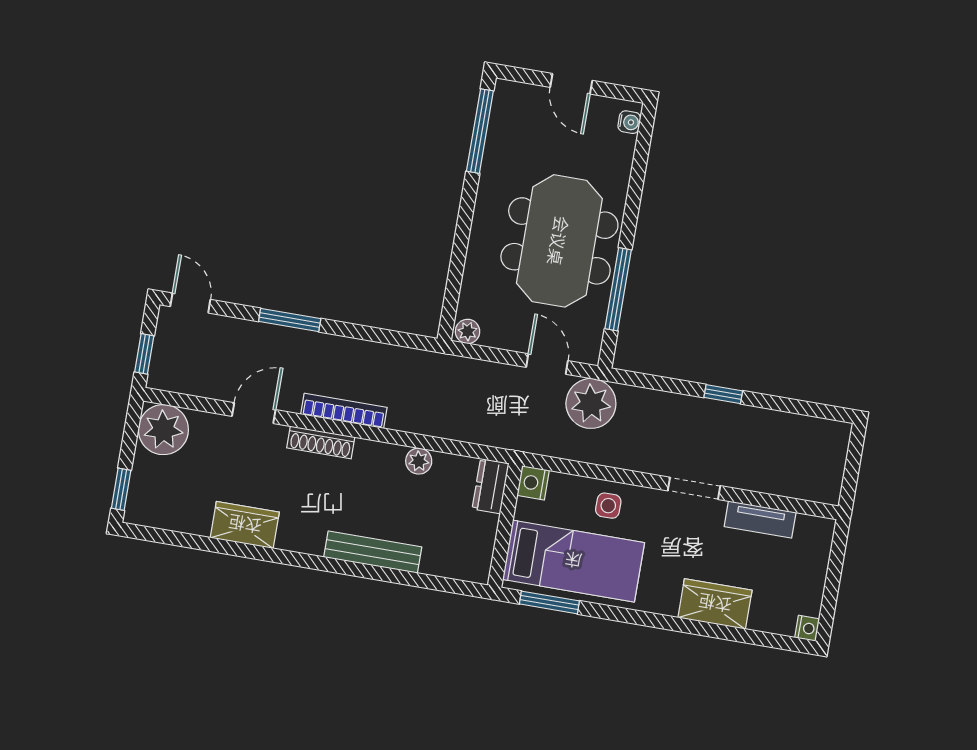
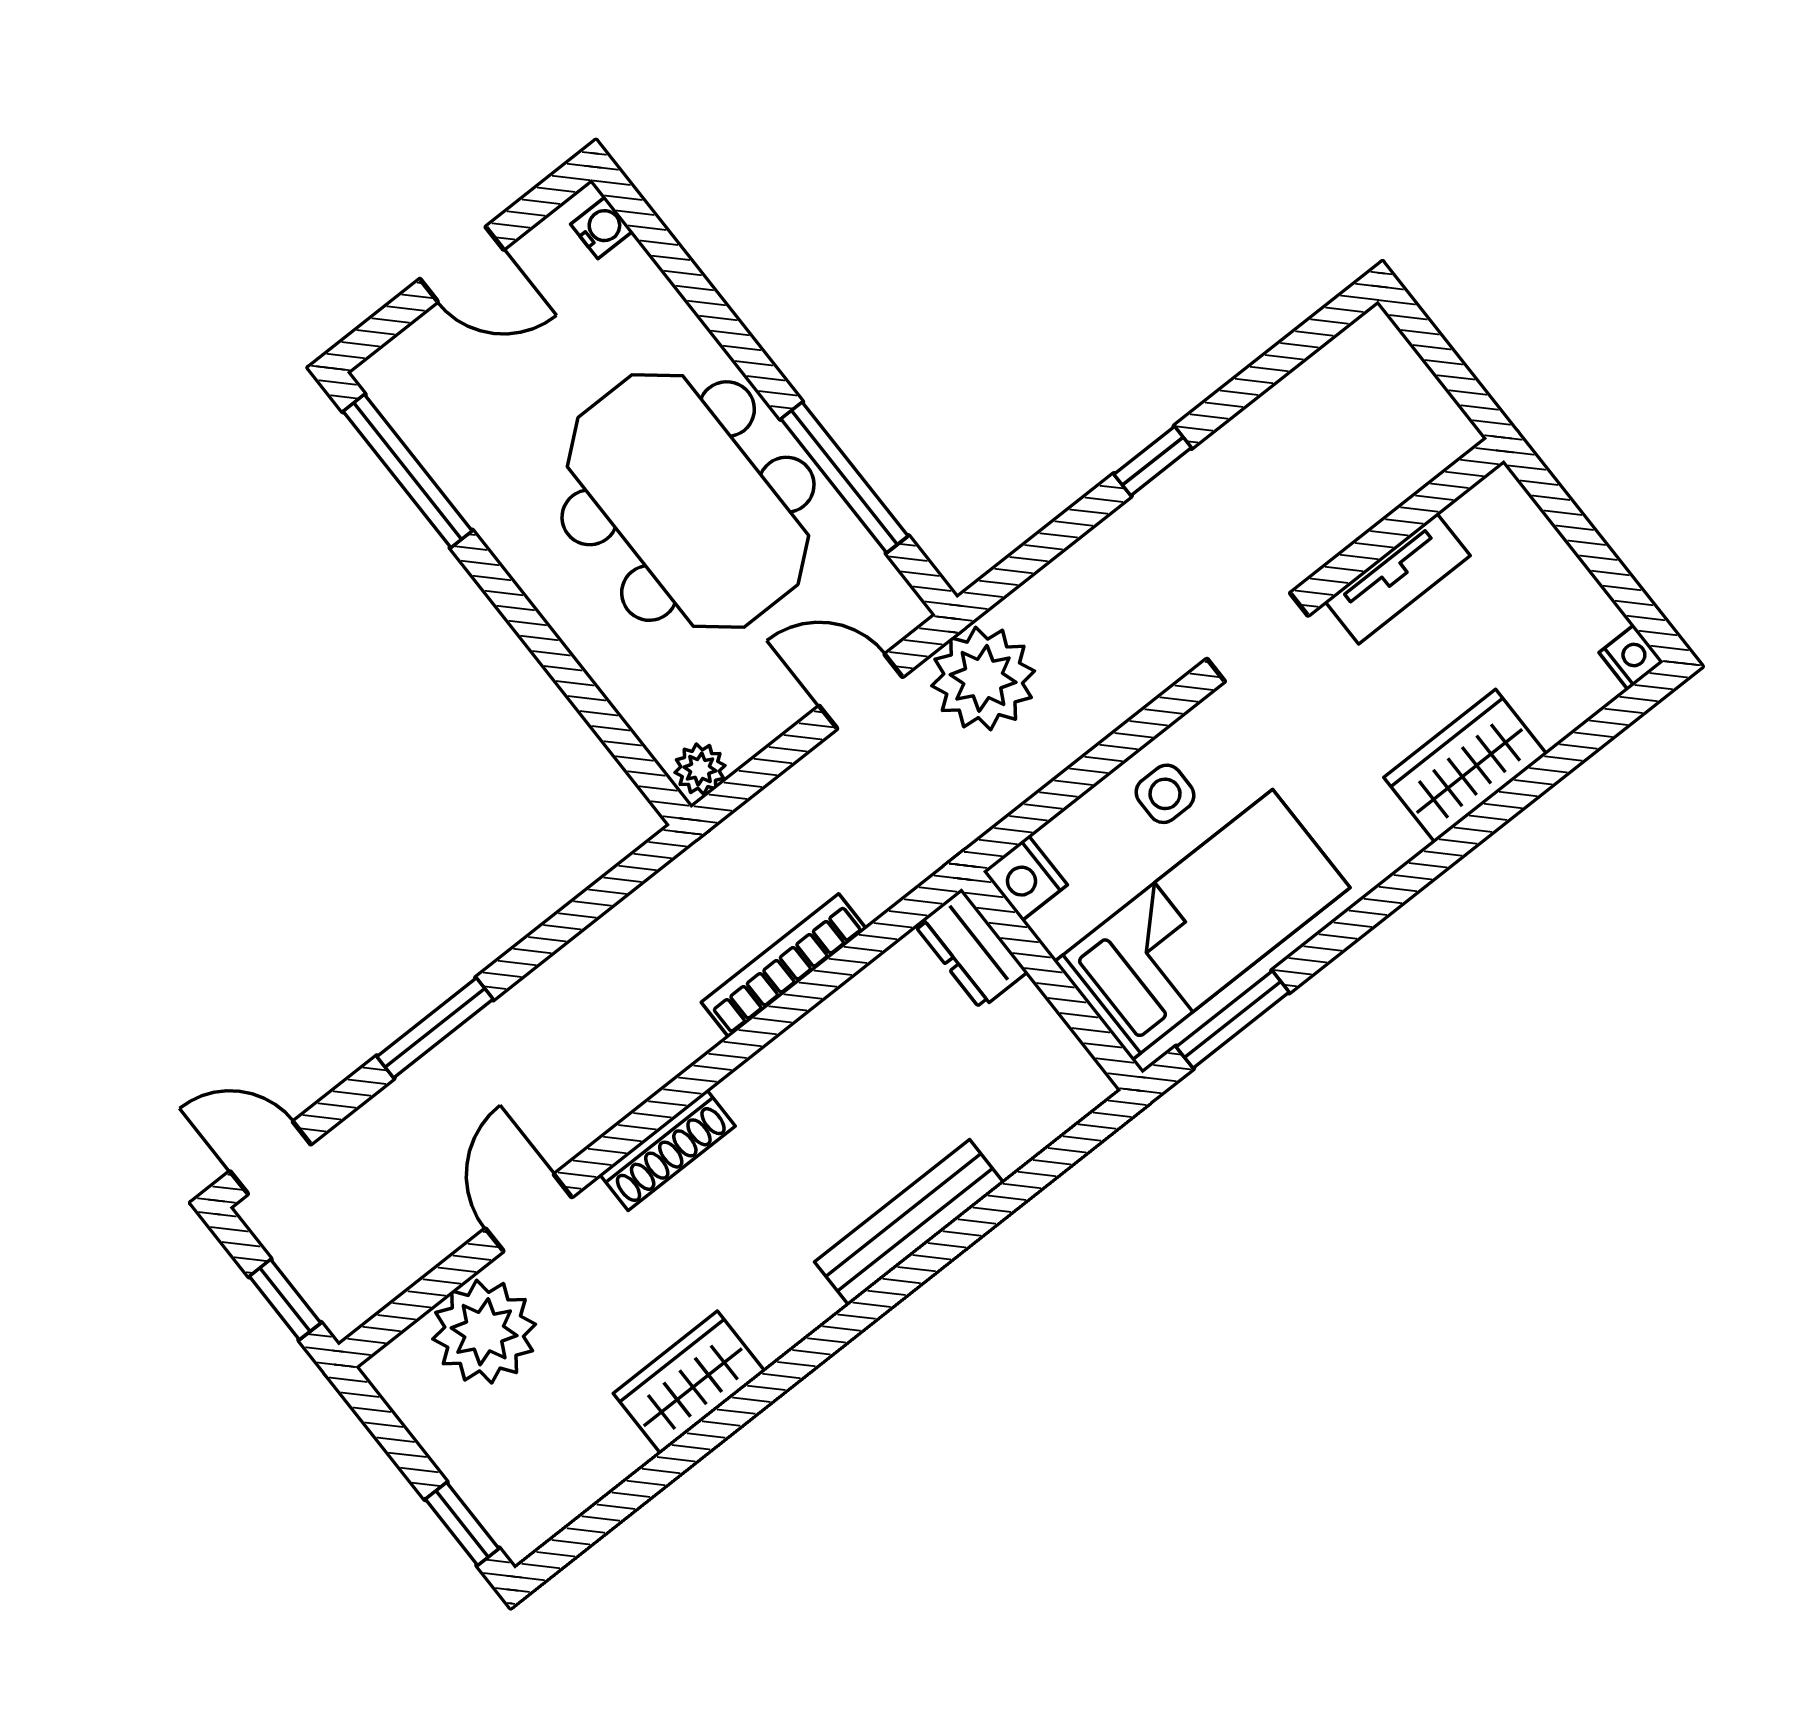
bookcase: (344, 411) -> (784, 966), moved
plant: (163, 430) -> (484, 1332), moved
plant: (419, 461) -> (832, 1025), removed

